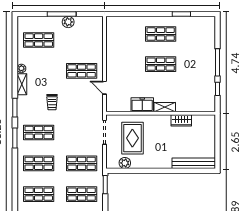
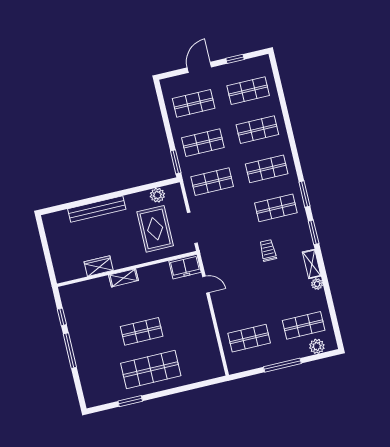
plant: (68, 22) -> (317, 346), moved
shop shelf: (161, 34) -> (151, 369), width x1.43, depth x1.36
shop shelf: (82, 71) -> (249, 338), moved
freezer: (142, 105) -> (185, 267), moved
bench: (194, 163) -> (97, 209), moved

